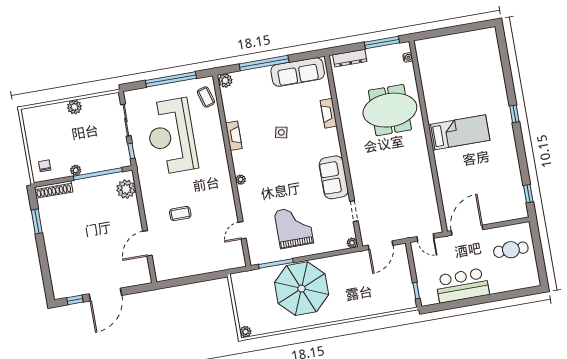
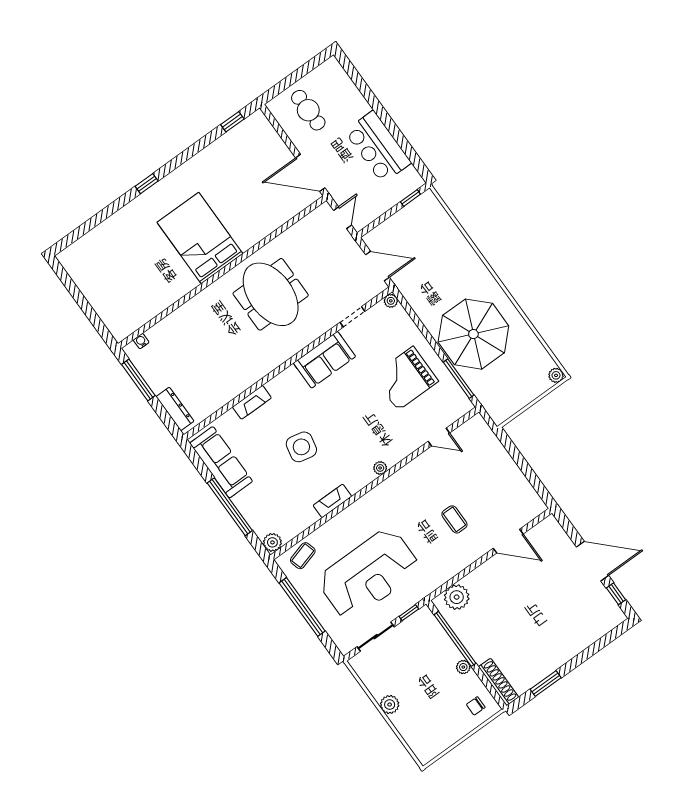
meeting table: (390, 110) -> (271, 294), moved
side table: (281, 132) -> (301, 447), width x1.87, depth x1.87
bed: (459, 132) -> (200, 238), width x1.50

